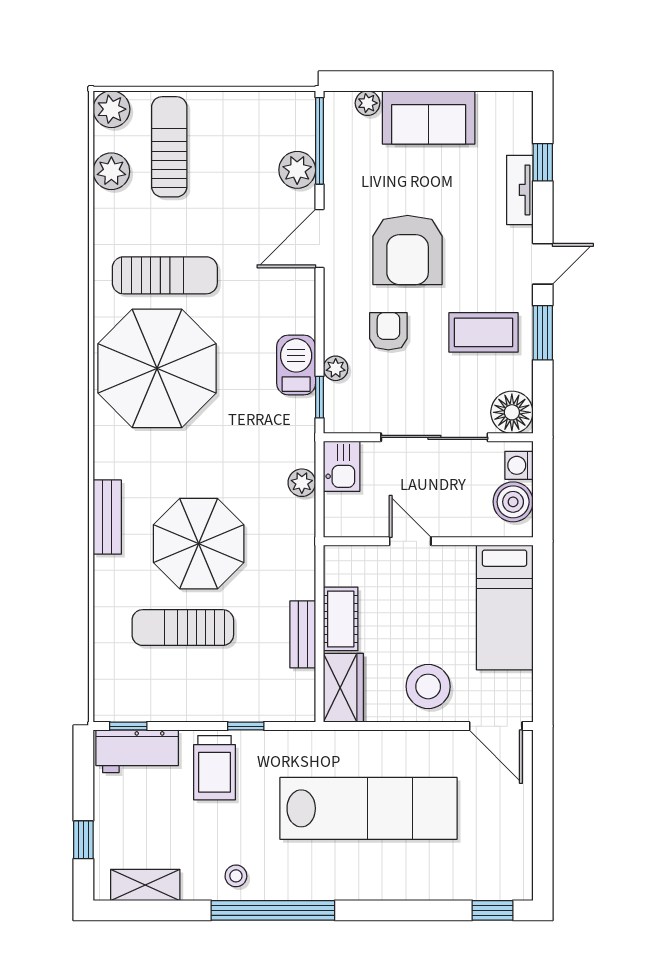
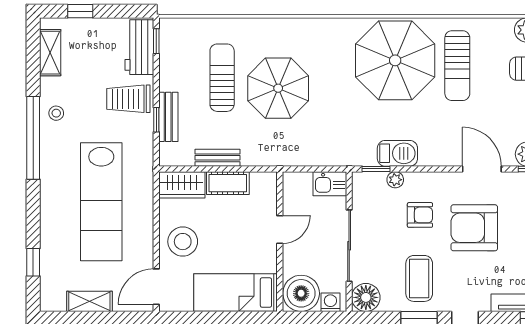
plant: (302, 483) -> (319, 157), removed
boiler: (513, 502) -> (301, 293), width x1.37, depth x1.37
bench: (107, 517) -> (168, 117), moved, turned 90
shelving: (518, 826) -> (89, 301), added
window: (492, 910) -> (33, 262), moved

